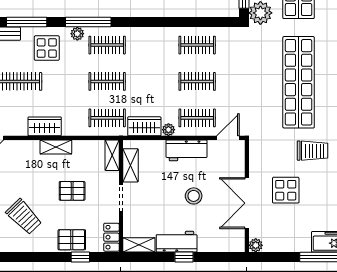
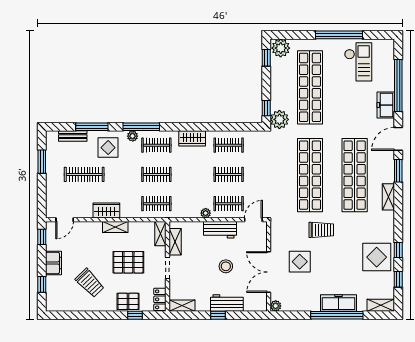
wardrobe: (144, 126) -> (192, 138), moved, turned 180
pallet: (72, 191) -> (128, 262), width x1.50, depth x1.42
workbench: (177, 242) -> (227, 303), moved

